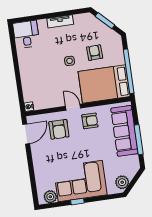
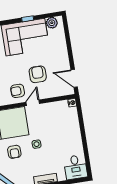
door: (73, 107) -> (33, 103), swing flipped
armchair: (59, 129) -> (38, 74), moved
door: (26, 134) -> (74, 78), hinge flipped

